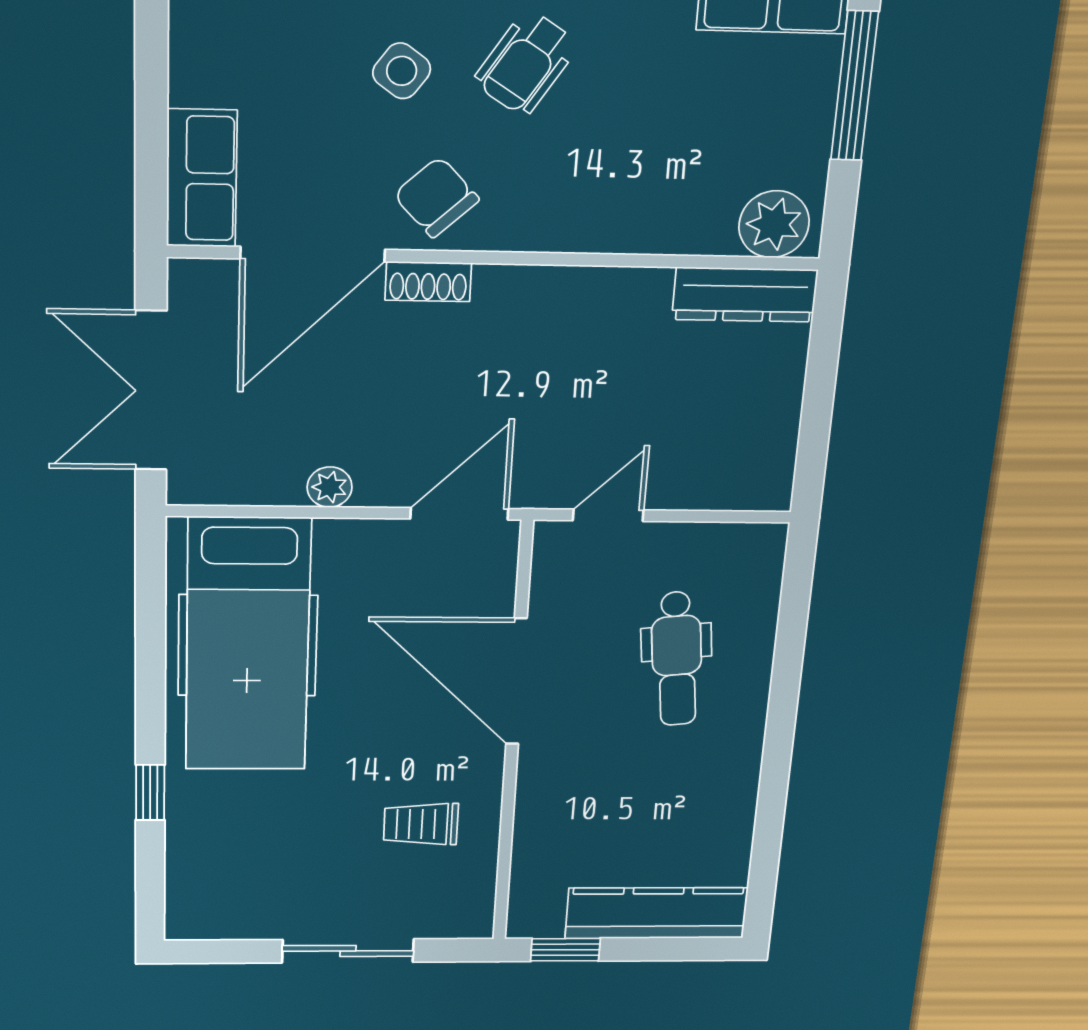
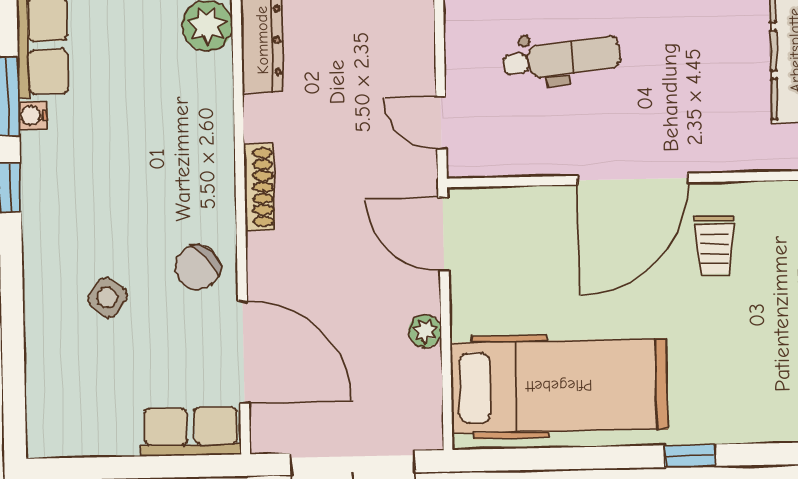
wheelchair: (526, 63) -> (98, 213), removed
shoe rack: (428, 282) -> (259, 187), moved, width x1.43
door: (516, 682) -> (633, 179), moved

